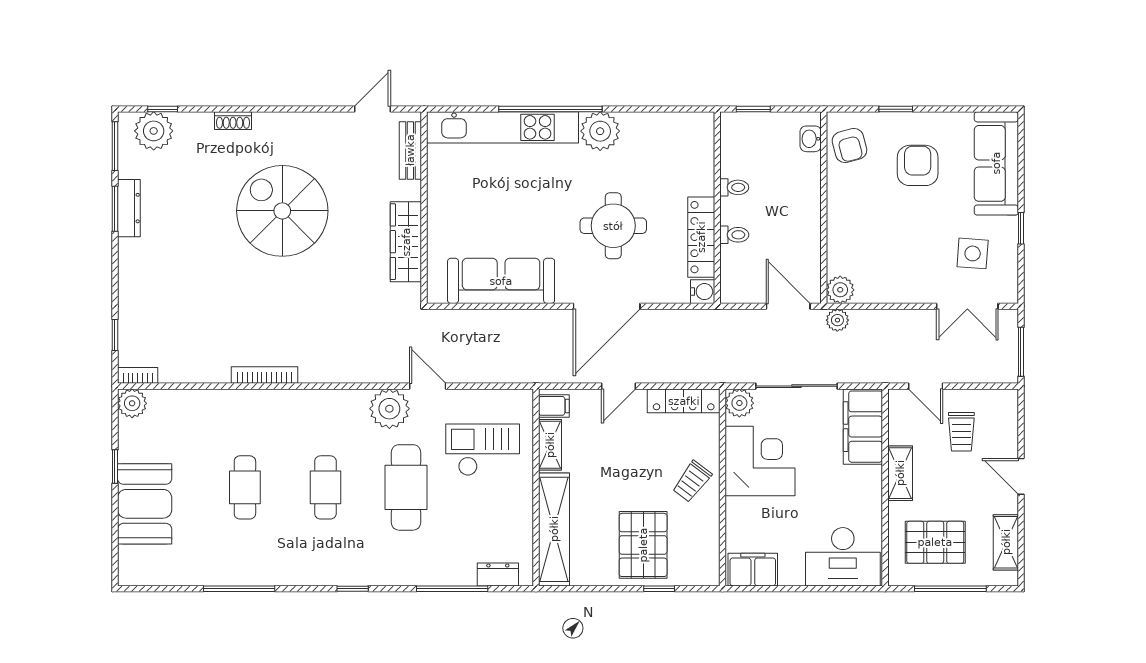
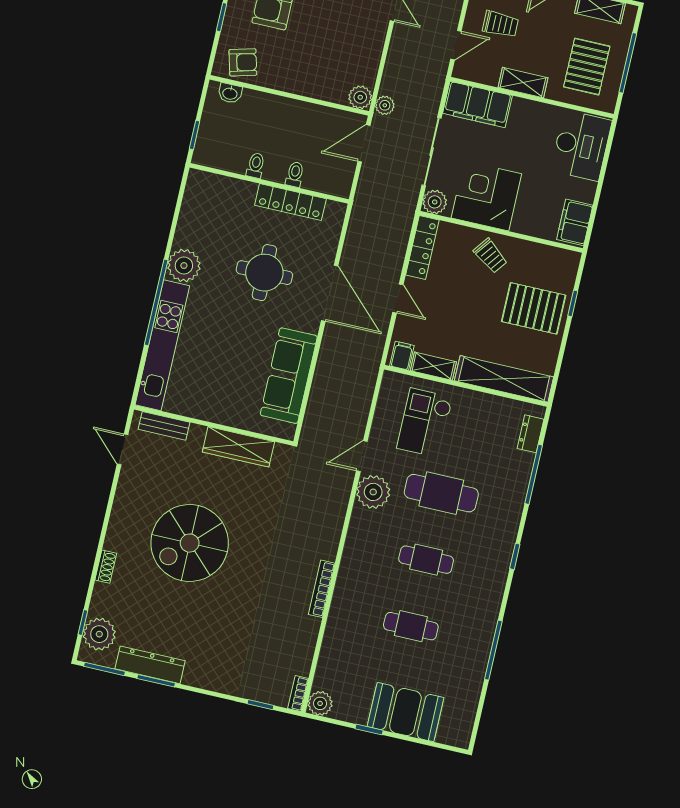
dresser: (129, 208) -> (150, 665), width x1.37, depth x1.24
water cooler: (703, 292) -> (336, 211), removed

